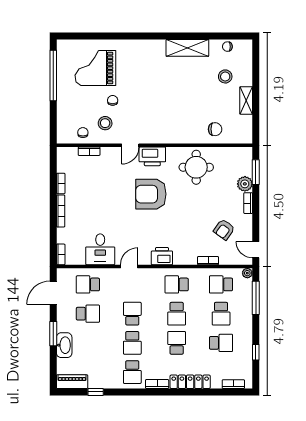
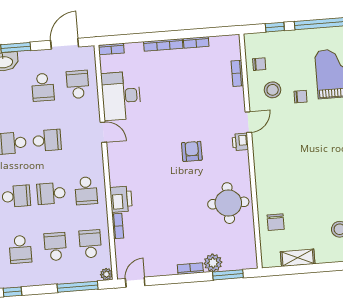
shelving: (246, 100) -> (298, 258), moved
window: (53, 117) -> (275, 27), added
door: (130, 145) -> (248, 122), swing flipped
printer: (152, 156) -> (240, 142), width x0.53, depth x0.68
armchair: (151, 194) -> (192, 151), width x0.53, depth x0.53
armchair: (224, 230) -> (156, 242), removed
desk: (100, 249) -> (121, 96), width x1.37
printer: (162, 256) -> (121, 199), moved
school desk: (177, 284) -> (86, 191), turned 180
door: (53, 293) -> (65, 44), hinge flipped
school desk: (221, 314) -> (55, 247), turned 90

